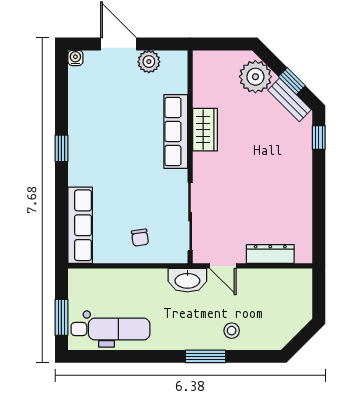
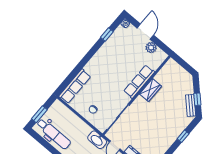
plant: (255, 77) -> (185, 86), removed
window: (319, 137) -> (183, 136), moved
window: (61, 148) -> (107, 35), moved

